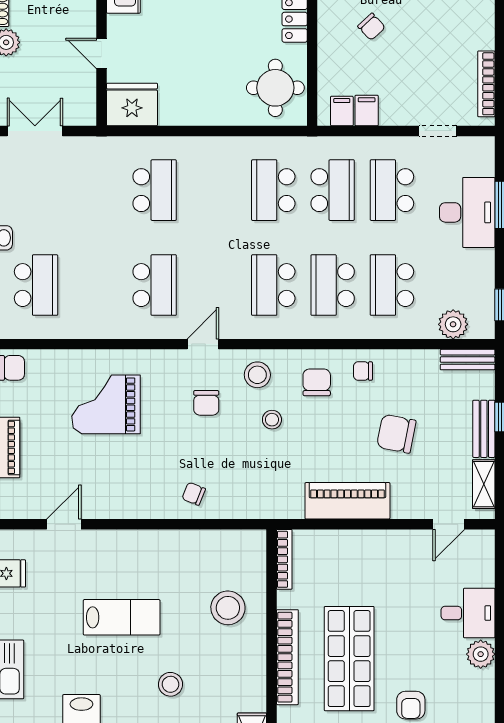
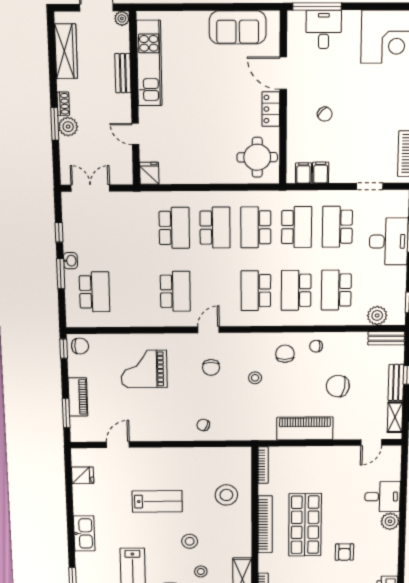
fridge: (132, 104) -> (149, 173), width x0.53, depth x0.75
school desk: (214, 190) -> (215, 228), added
stool: (257, 375) -> (245, 349), removed

